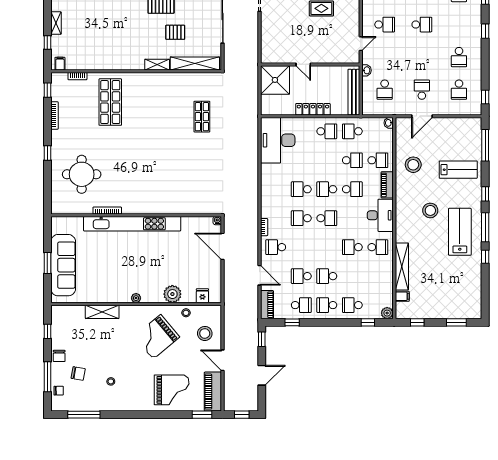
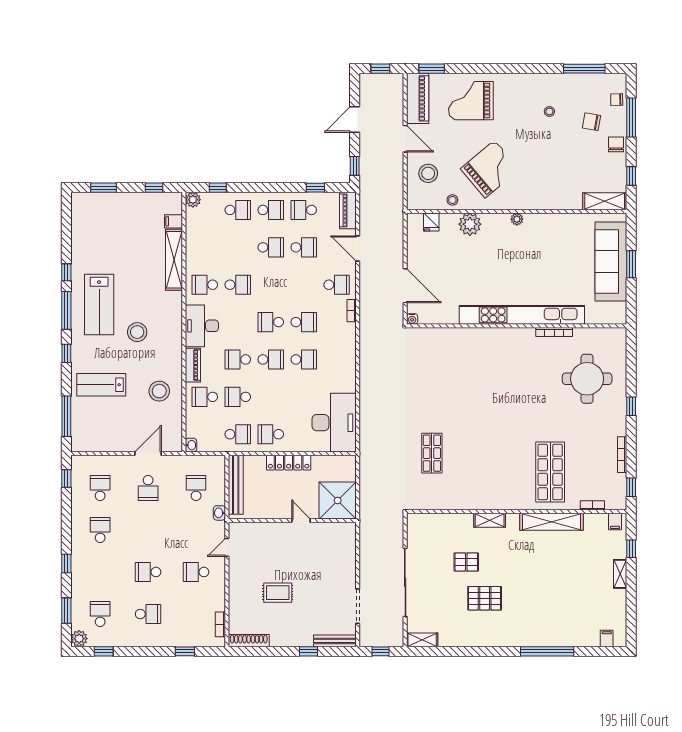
shelving: (195, 63) -> (551, 522), moved
shelving: (102, 312) -> (605, 201), moved

